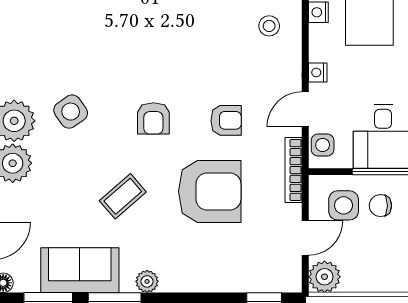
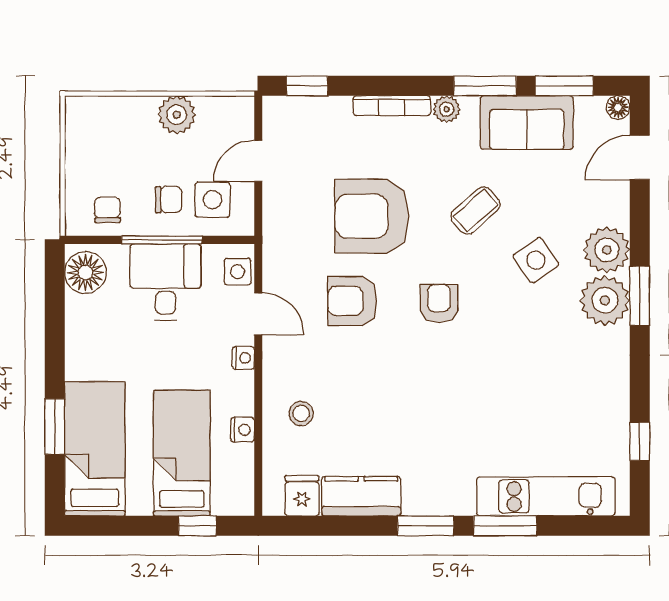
door: (305, 109) -> (258, 314), hinge flipped
side table: (71, 112) -> (536, 260), moved
armchair: (226, 120) -> (352, 301), width x1.38, depth x1.38
bookcase: (294, 170) -> (392, 106), moved, turned 90
plant: (324, 277) -> (177, 115), moved

